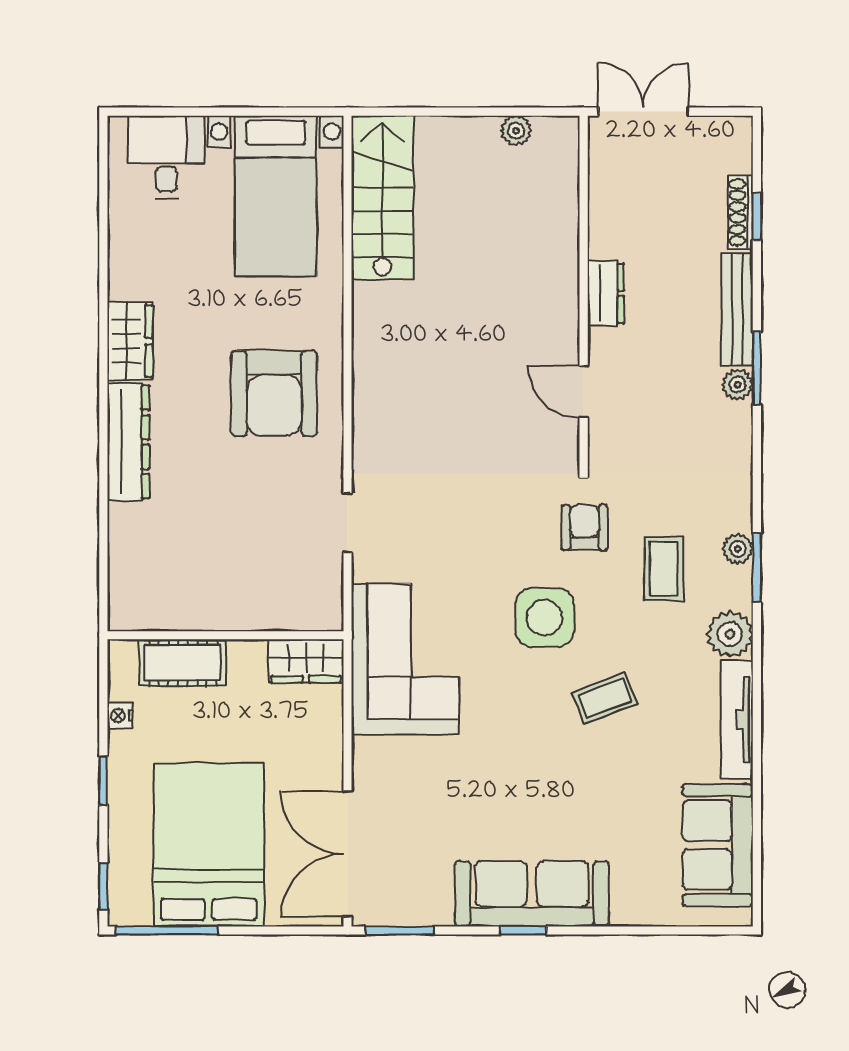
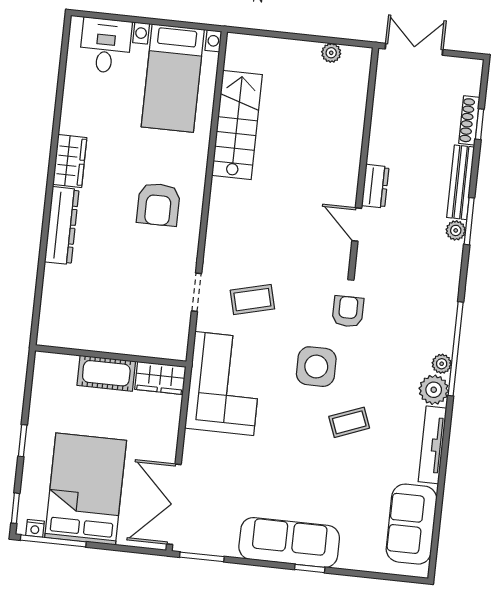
stairs: (382, 198) -> (237, 125), moved
dresser: (606, 293) -> (375, 186), moved
armchair: (274, 393) -> (158, 204), width x0.73, depth x0.73
plant: (738, 549) -> (442, 364), moved
window: (757, 567) -> (456, 349), width x2.11
coffee table: (664, 569) -> (252, 300), moved, turned 76
cot: (183, 663) -> (106, 373), moved
nightstand: (120, 715) -> (35, 528), moved, turned -90
window: (523, 930) -> (310, 568), moved

